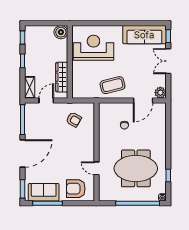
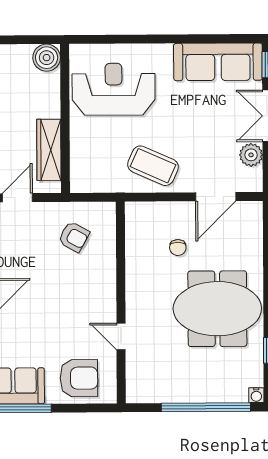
coffee table: (113, 85) -> (153, 166), turned 38
plant: (160, 93) -> (251, 155), moved
meeting table: (136, 168) -> (217, 309), moved
armchair: (76, 189) -> (79, 378), turned 180

